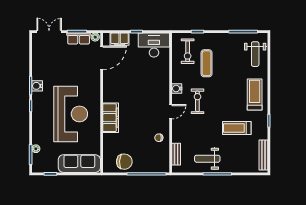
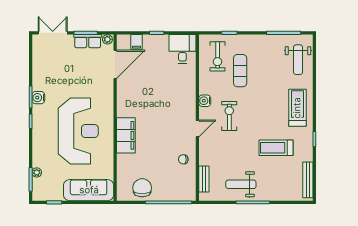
filing cabinet: (120, 39) -> (136, 42), width x0.50
desk: (154, 45) -> (182, 49), width x0.73
chair: (124, 162) -> (142, 188), turned -93

